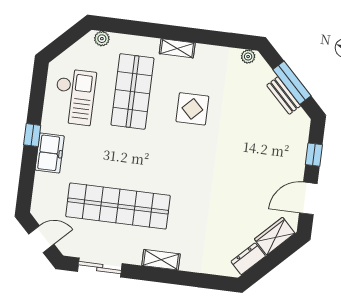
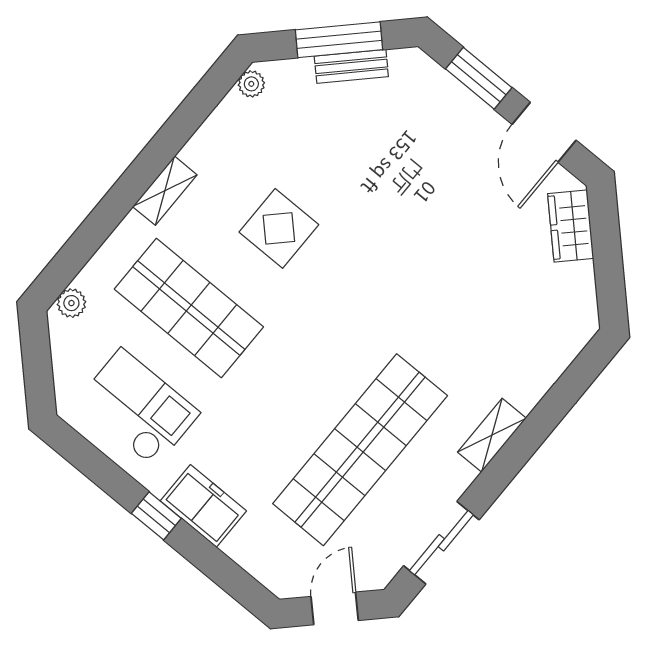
window: (314, 155) -> (479, 78), width x1.50
dresser: (248, 259) -> (580, 292), removed

